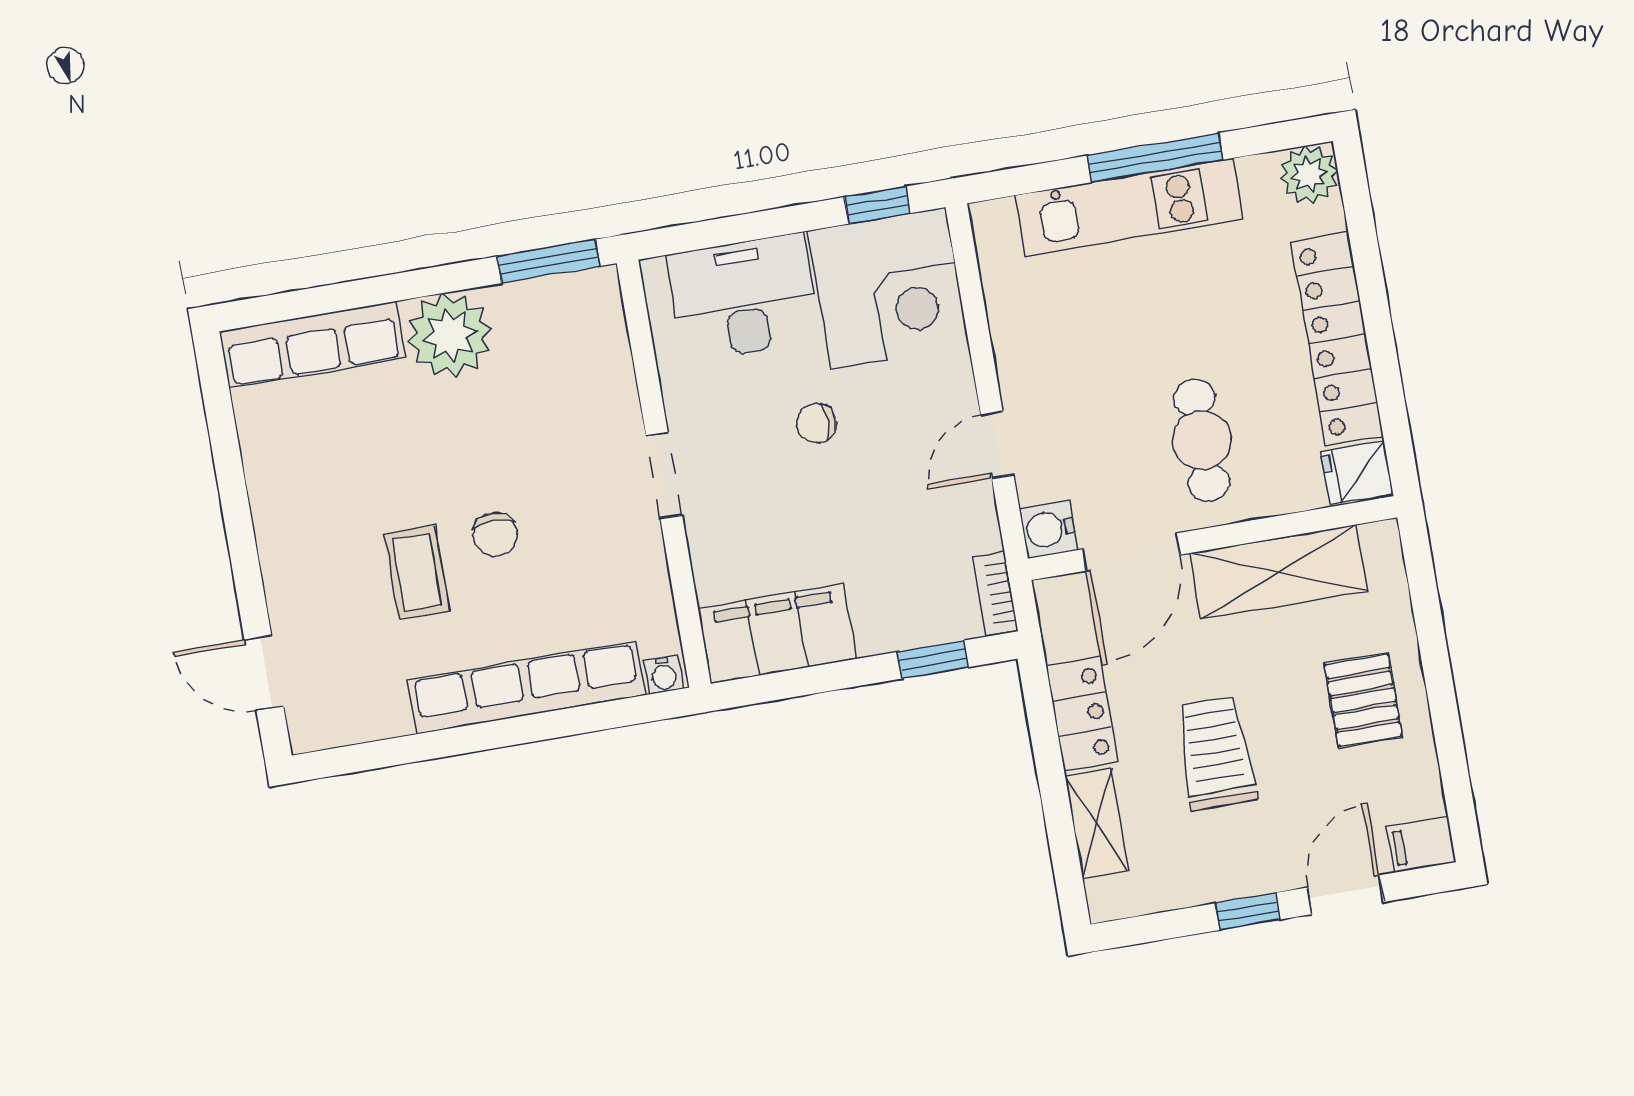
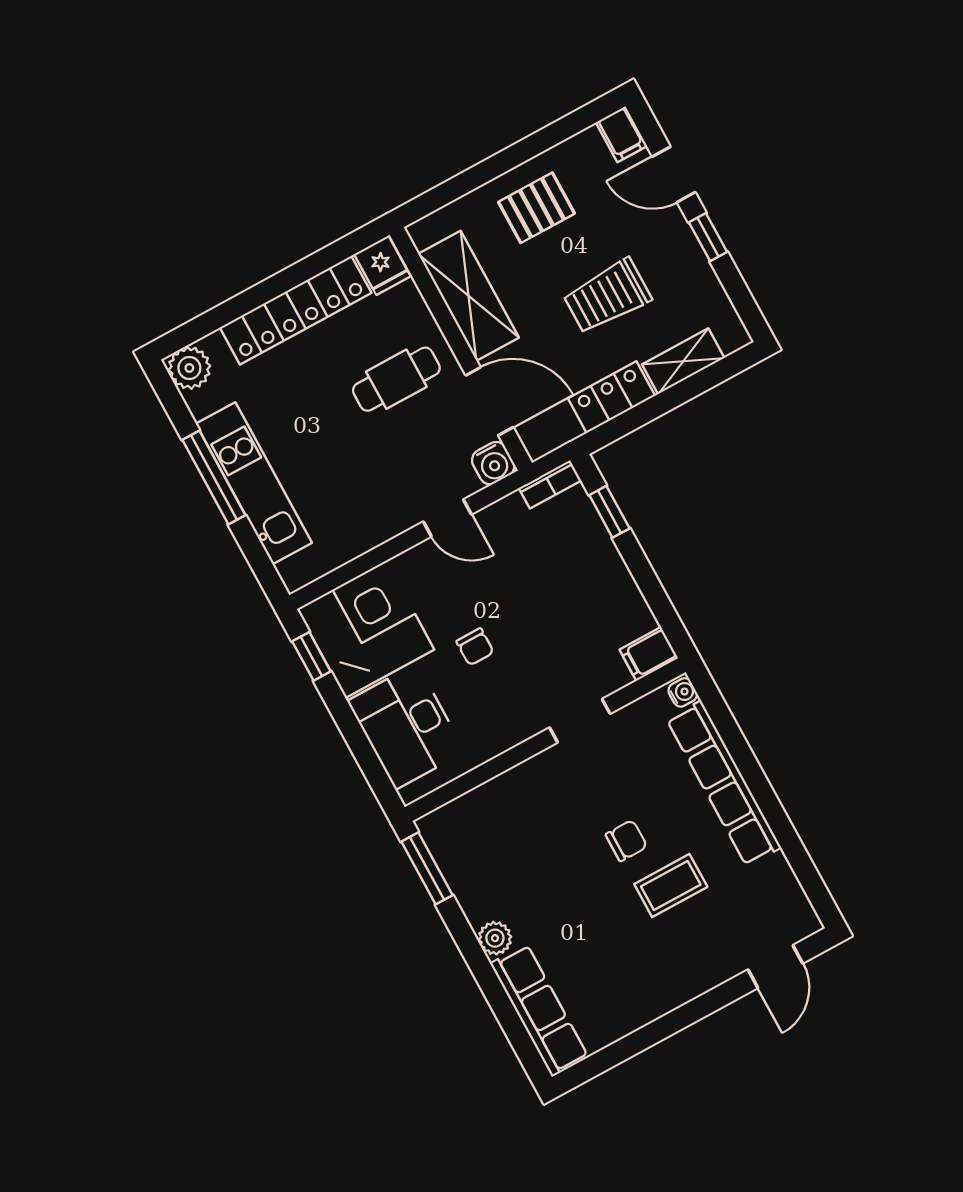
plant: (450, 335) -> (495, 938), width x0.53, depth x0.53
doorway: (664, 475) -> (580, 721), moved
filing cabinet: (777, 634) -> (649, 654), width x0.33, depth x0.86

